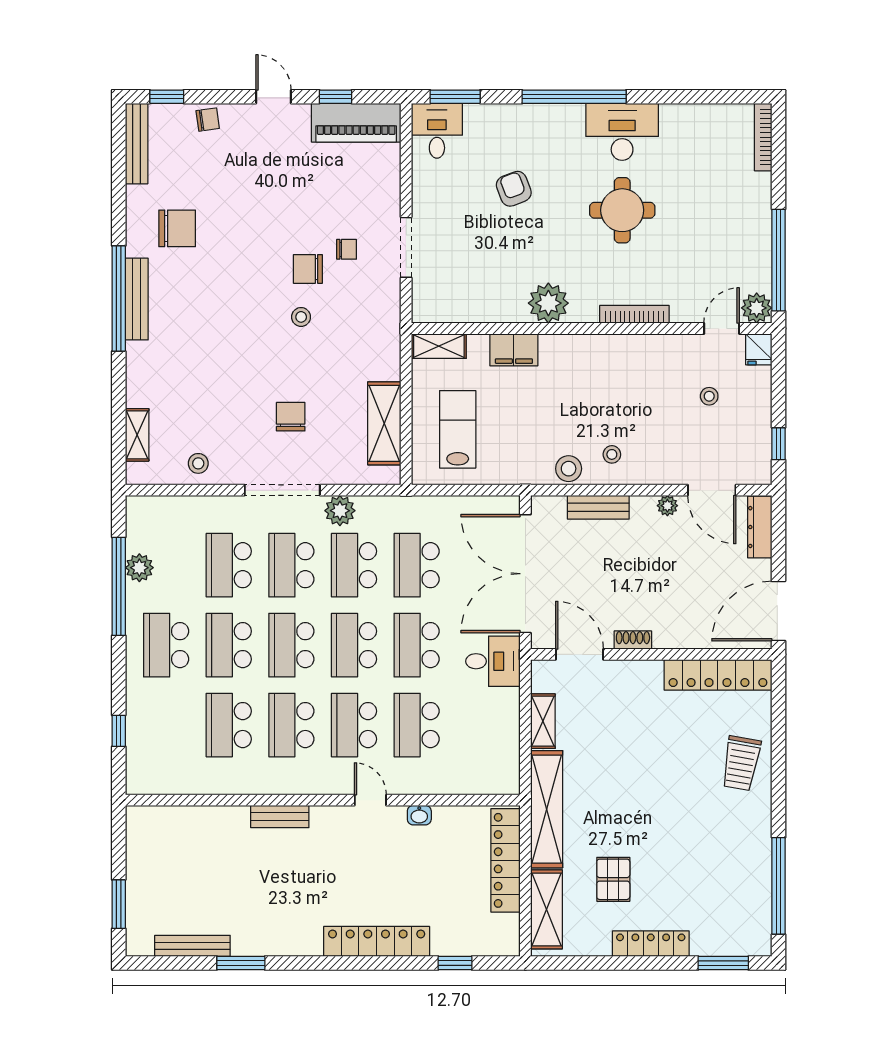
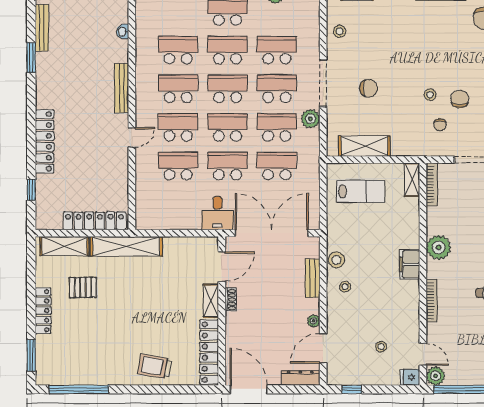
chair: (347, 249) -> (440, 125), moved
bookcase: (446, 314) -> (432, 184), added
filing cabinet: (514, 350) -> (410, 264), moved
shelving: (543, 721) -> (211, 301), moved, turned 90
washbasin: (419, 815) -> (123, 32), moved
bench: (280, 817) -> (122, 88), width x1.36

